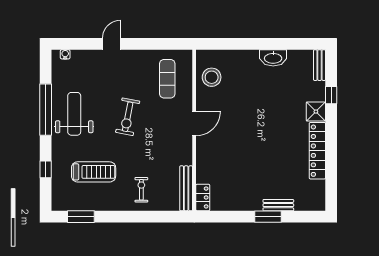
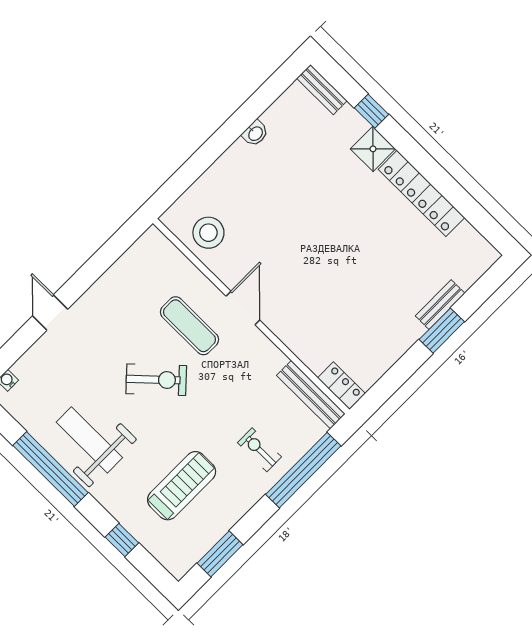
washbasin: (273, 58) -> (255, 133), width x0.52, depth x0.69
exercise mat: (167, 79) -> (189, 326), moved
exercise bike: (128, 117) -> (156, 380), turned -54
window: (151, 217) -> (303, 470), added

